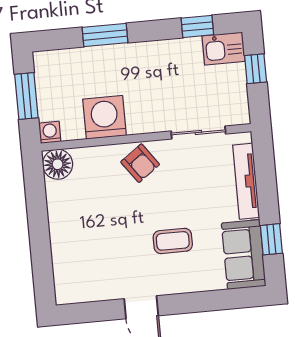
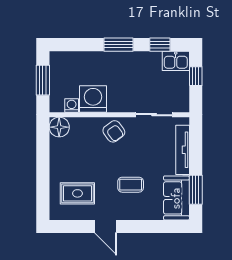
window: (105, 35) -> (119, 45), moved
washing machine: (50, 132) -> (72, 105), moved
window: (271, 239) -> (196, 190), width x1.50
rug: (94, 261) -> (77, 193), added

